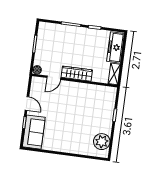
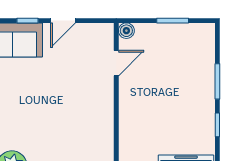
wardrobe: (77, 74) -> (129, 104), removed
door: (54, 78) -> (116, 63), swing flipped

